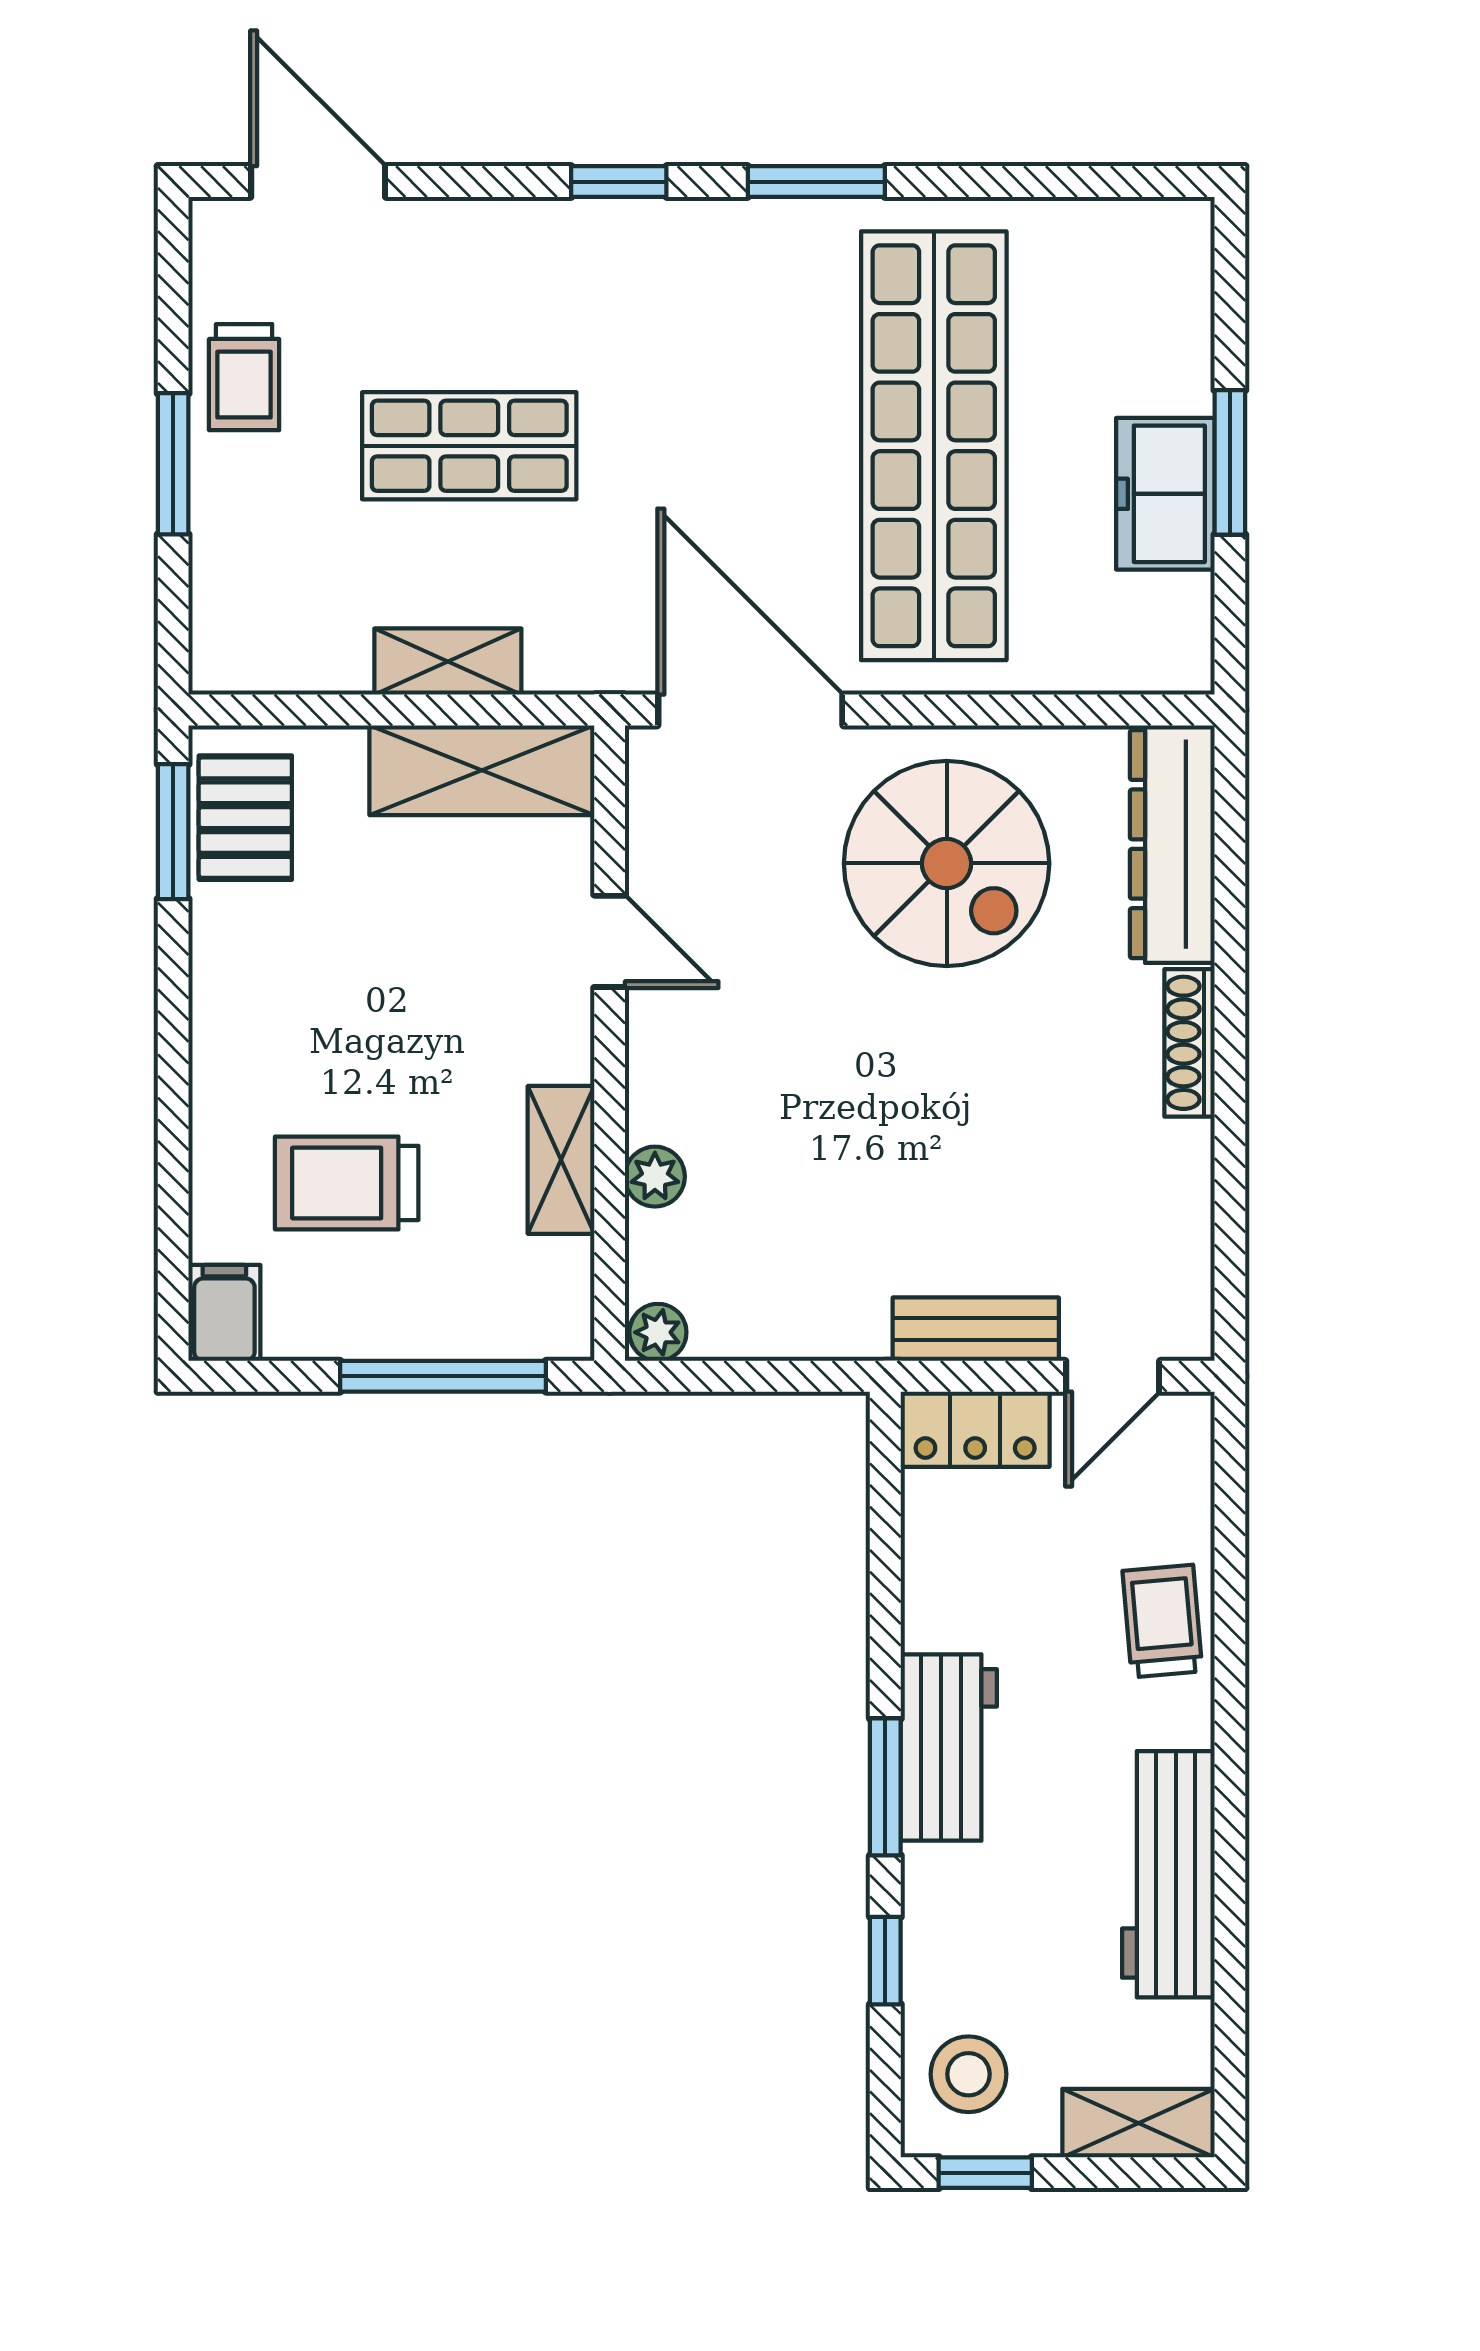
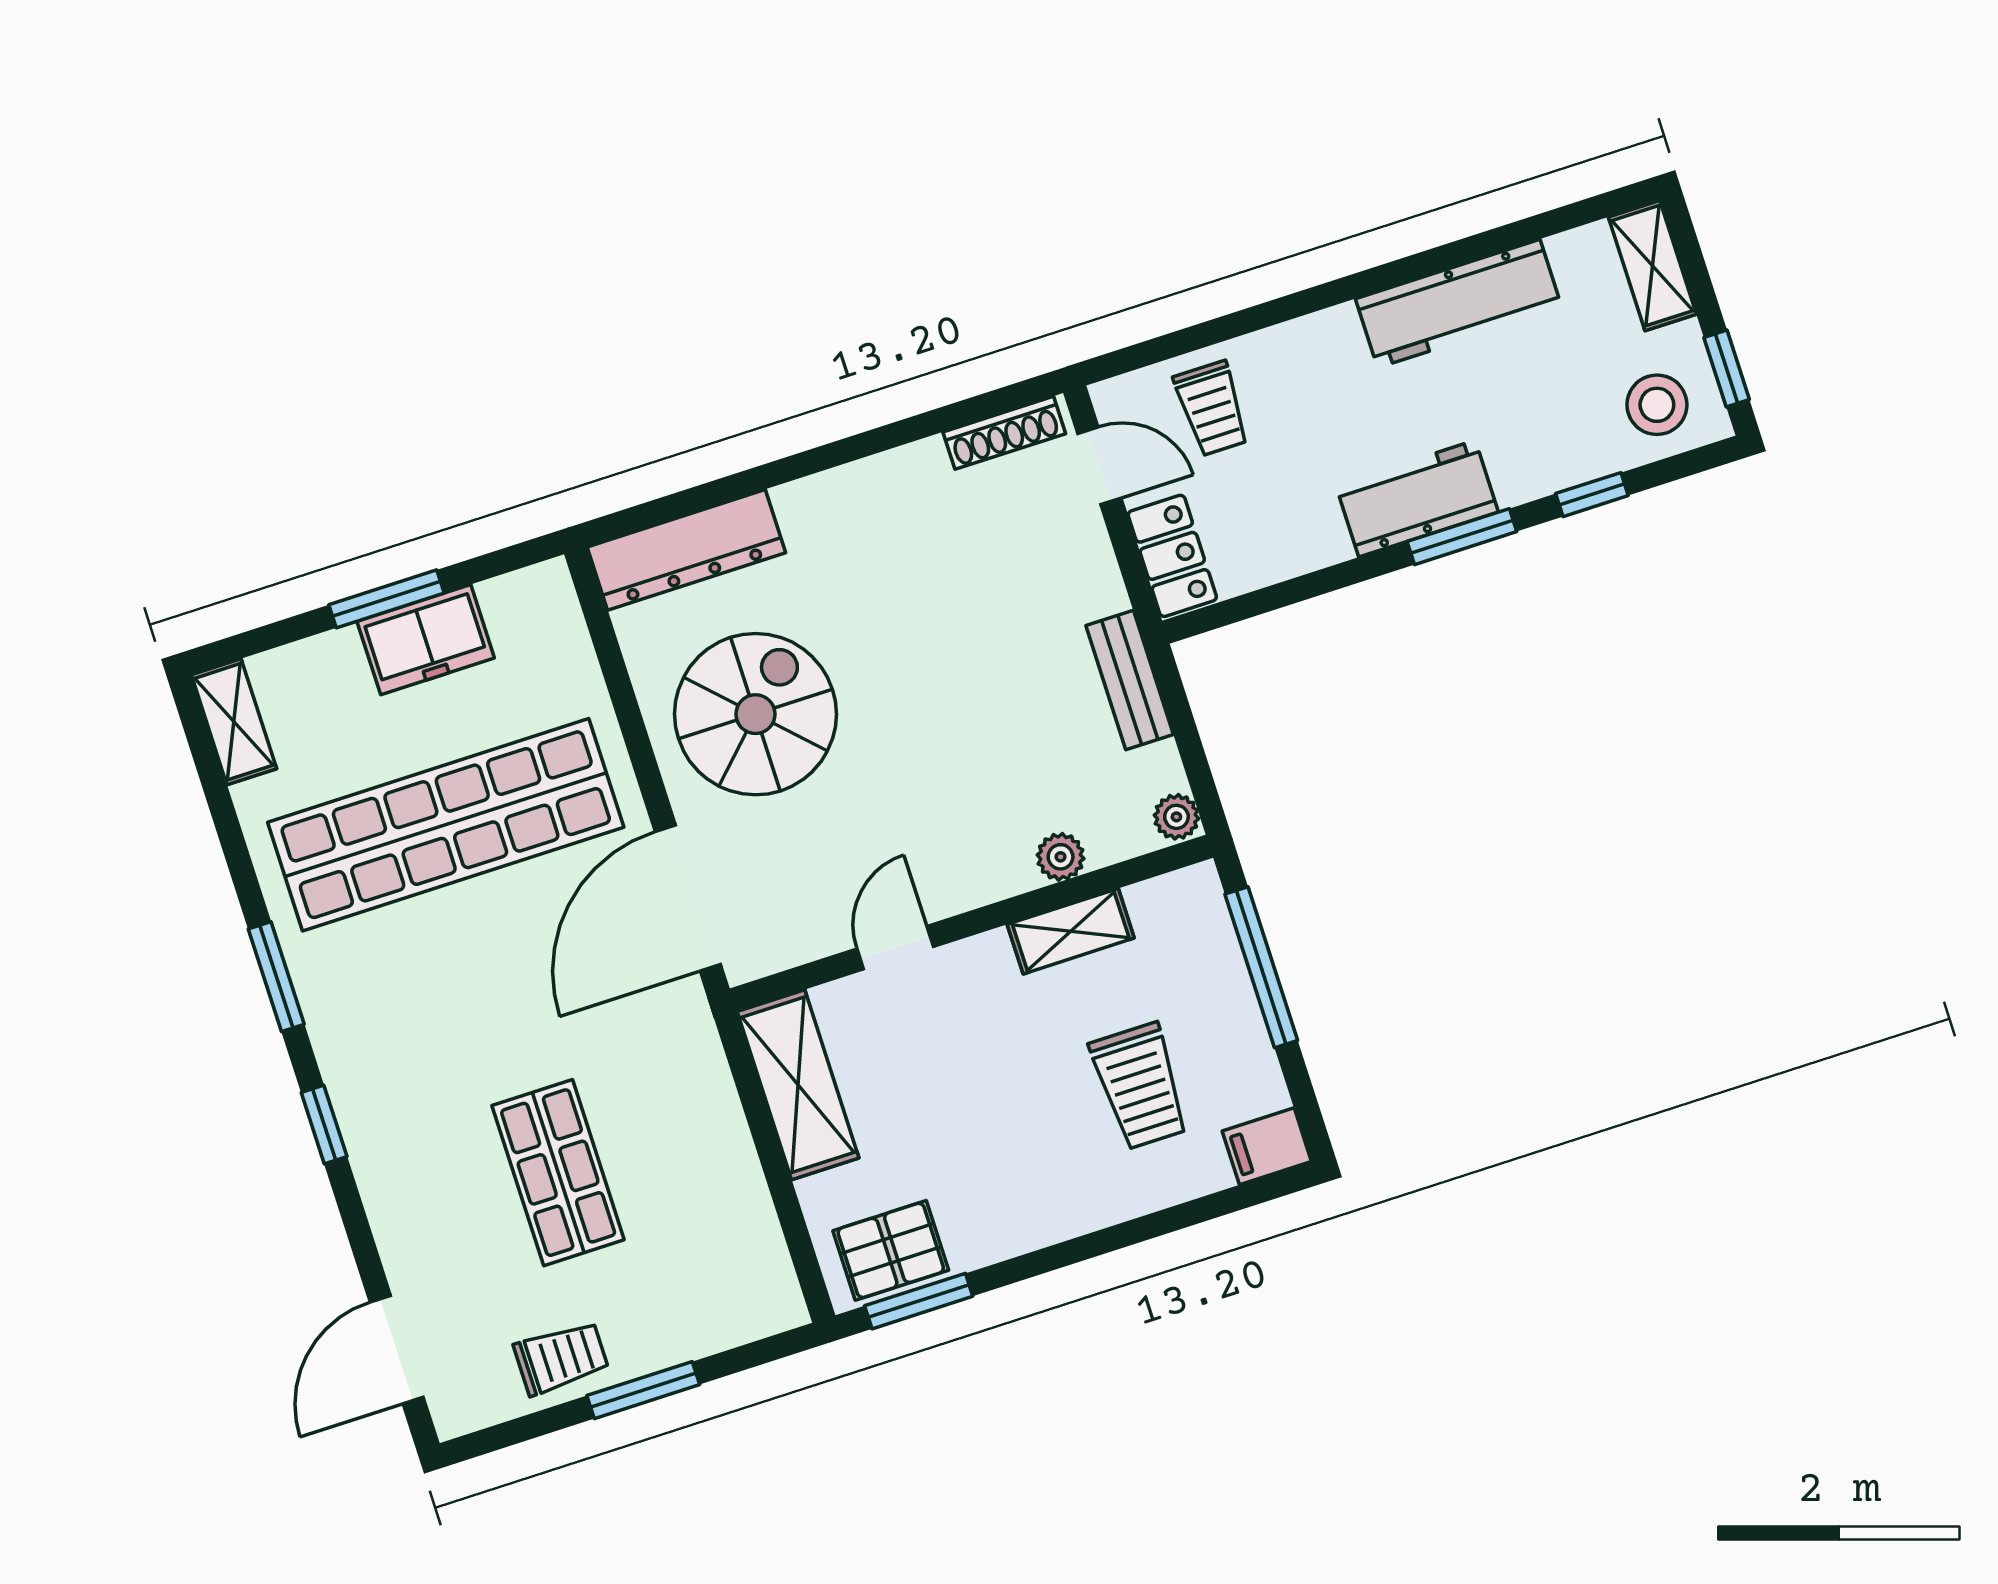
shelving: (448, 662) -> (234, 722), moved
shoe rack: (1190, 1043) -> (1004, 433), moved
bench: (976, 1329) -> (1130, 680), moved
trolley: (1162, 1621) -> (1212, 408), moved, turned -85

